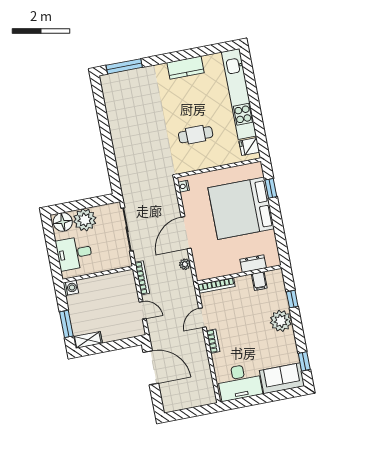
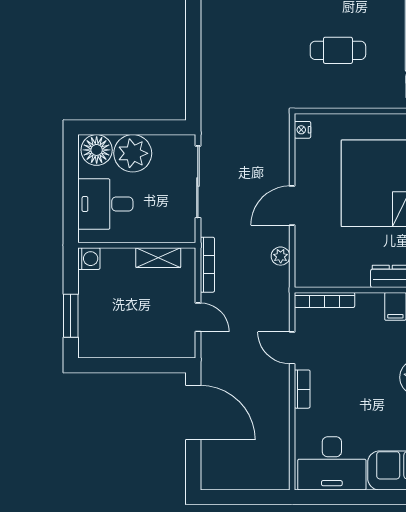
door: (186, 233) -> (292, 206), width x0.73
door: (202, 318) -> (292, 348), hinge flipped
shelving: (88, 340) -> (158, 258), moved

